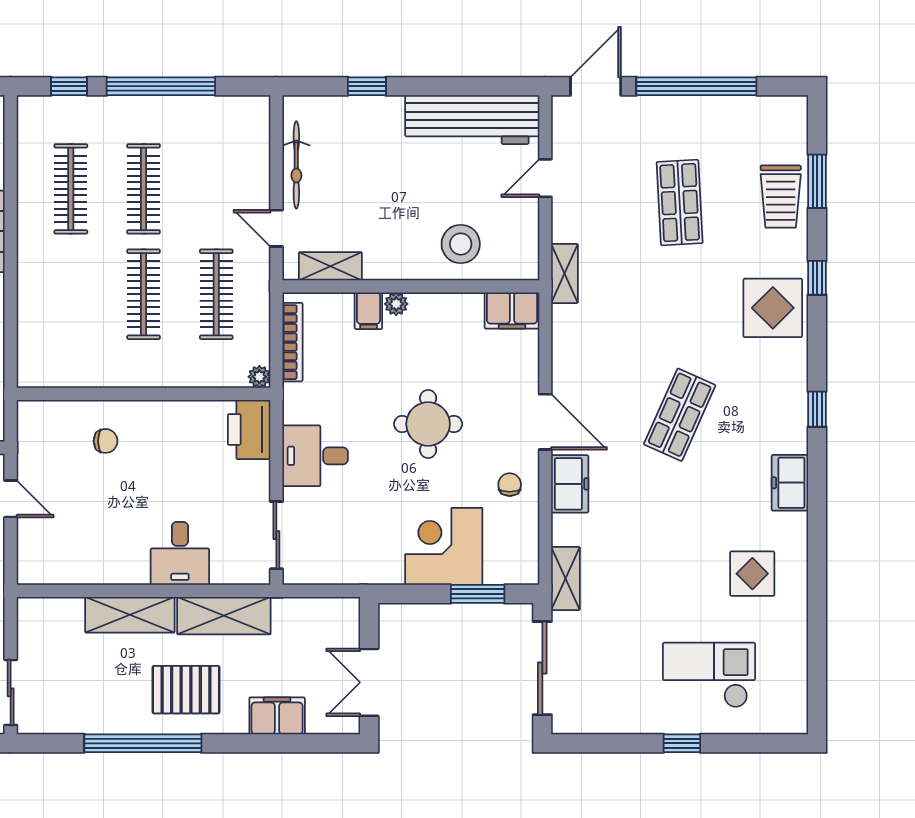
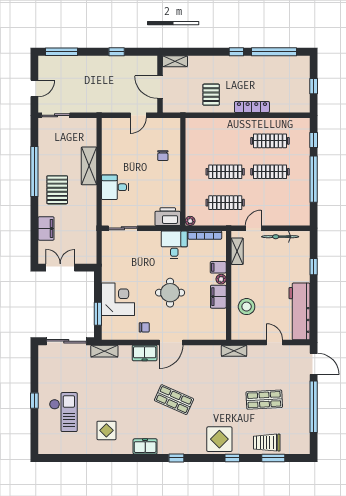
filing cabinet: (512, 310) -> (218, 297), moved
desk: (315, 456) -> (174, 245), moved
shelving: (224, 616) -> (89, 206), removed

